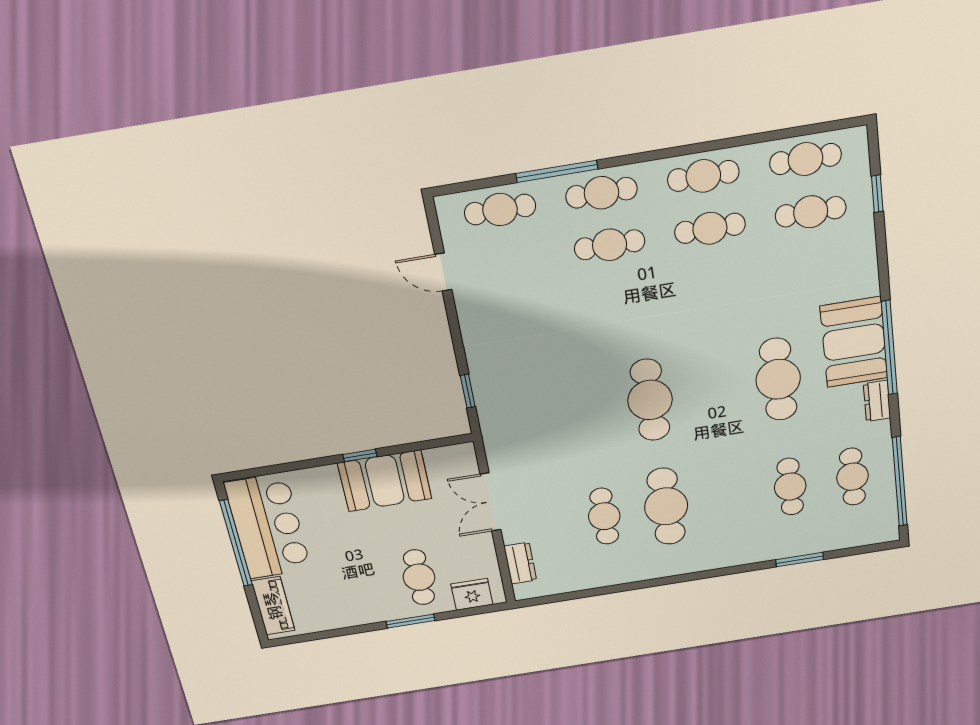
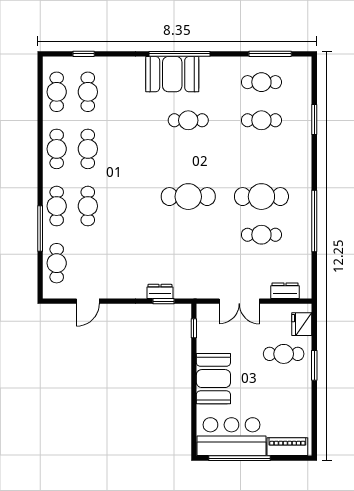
cafe table: (778, 379) -> (188, 120), width x0.73, depth x0.74
dresser: (877, 401) -> (160, 291), moved, turned 180
window: (360, 455) -> (194, 328), moved
booth: (385, 481) -> (213, 379), moved
window: (900, 482) -> (270, 54), width x0.68
window: (638, 585) -> (314, 221), added

